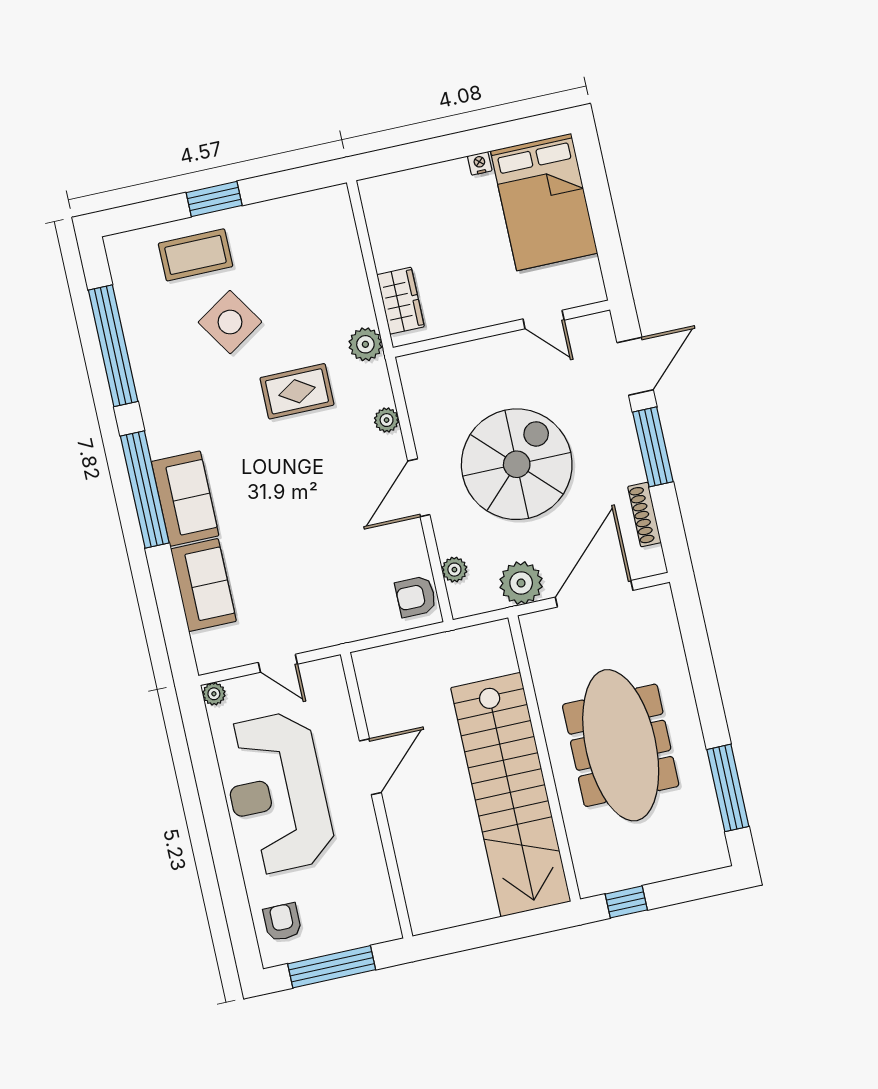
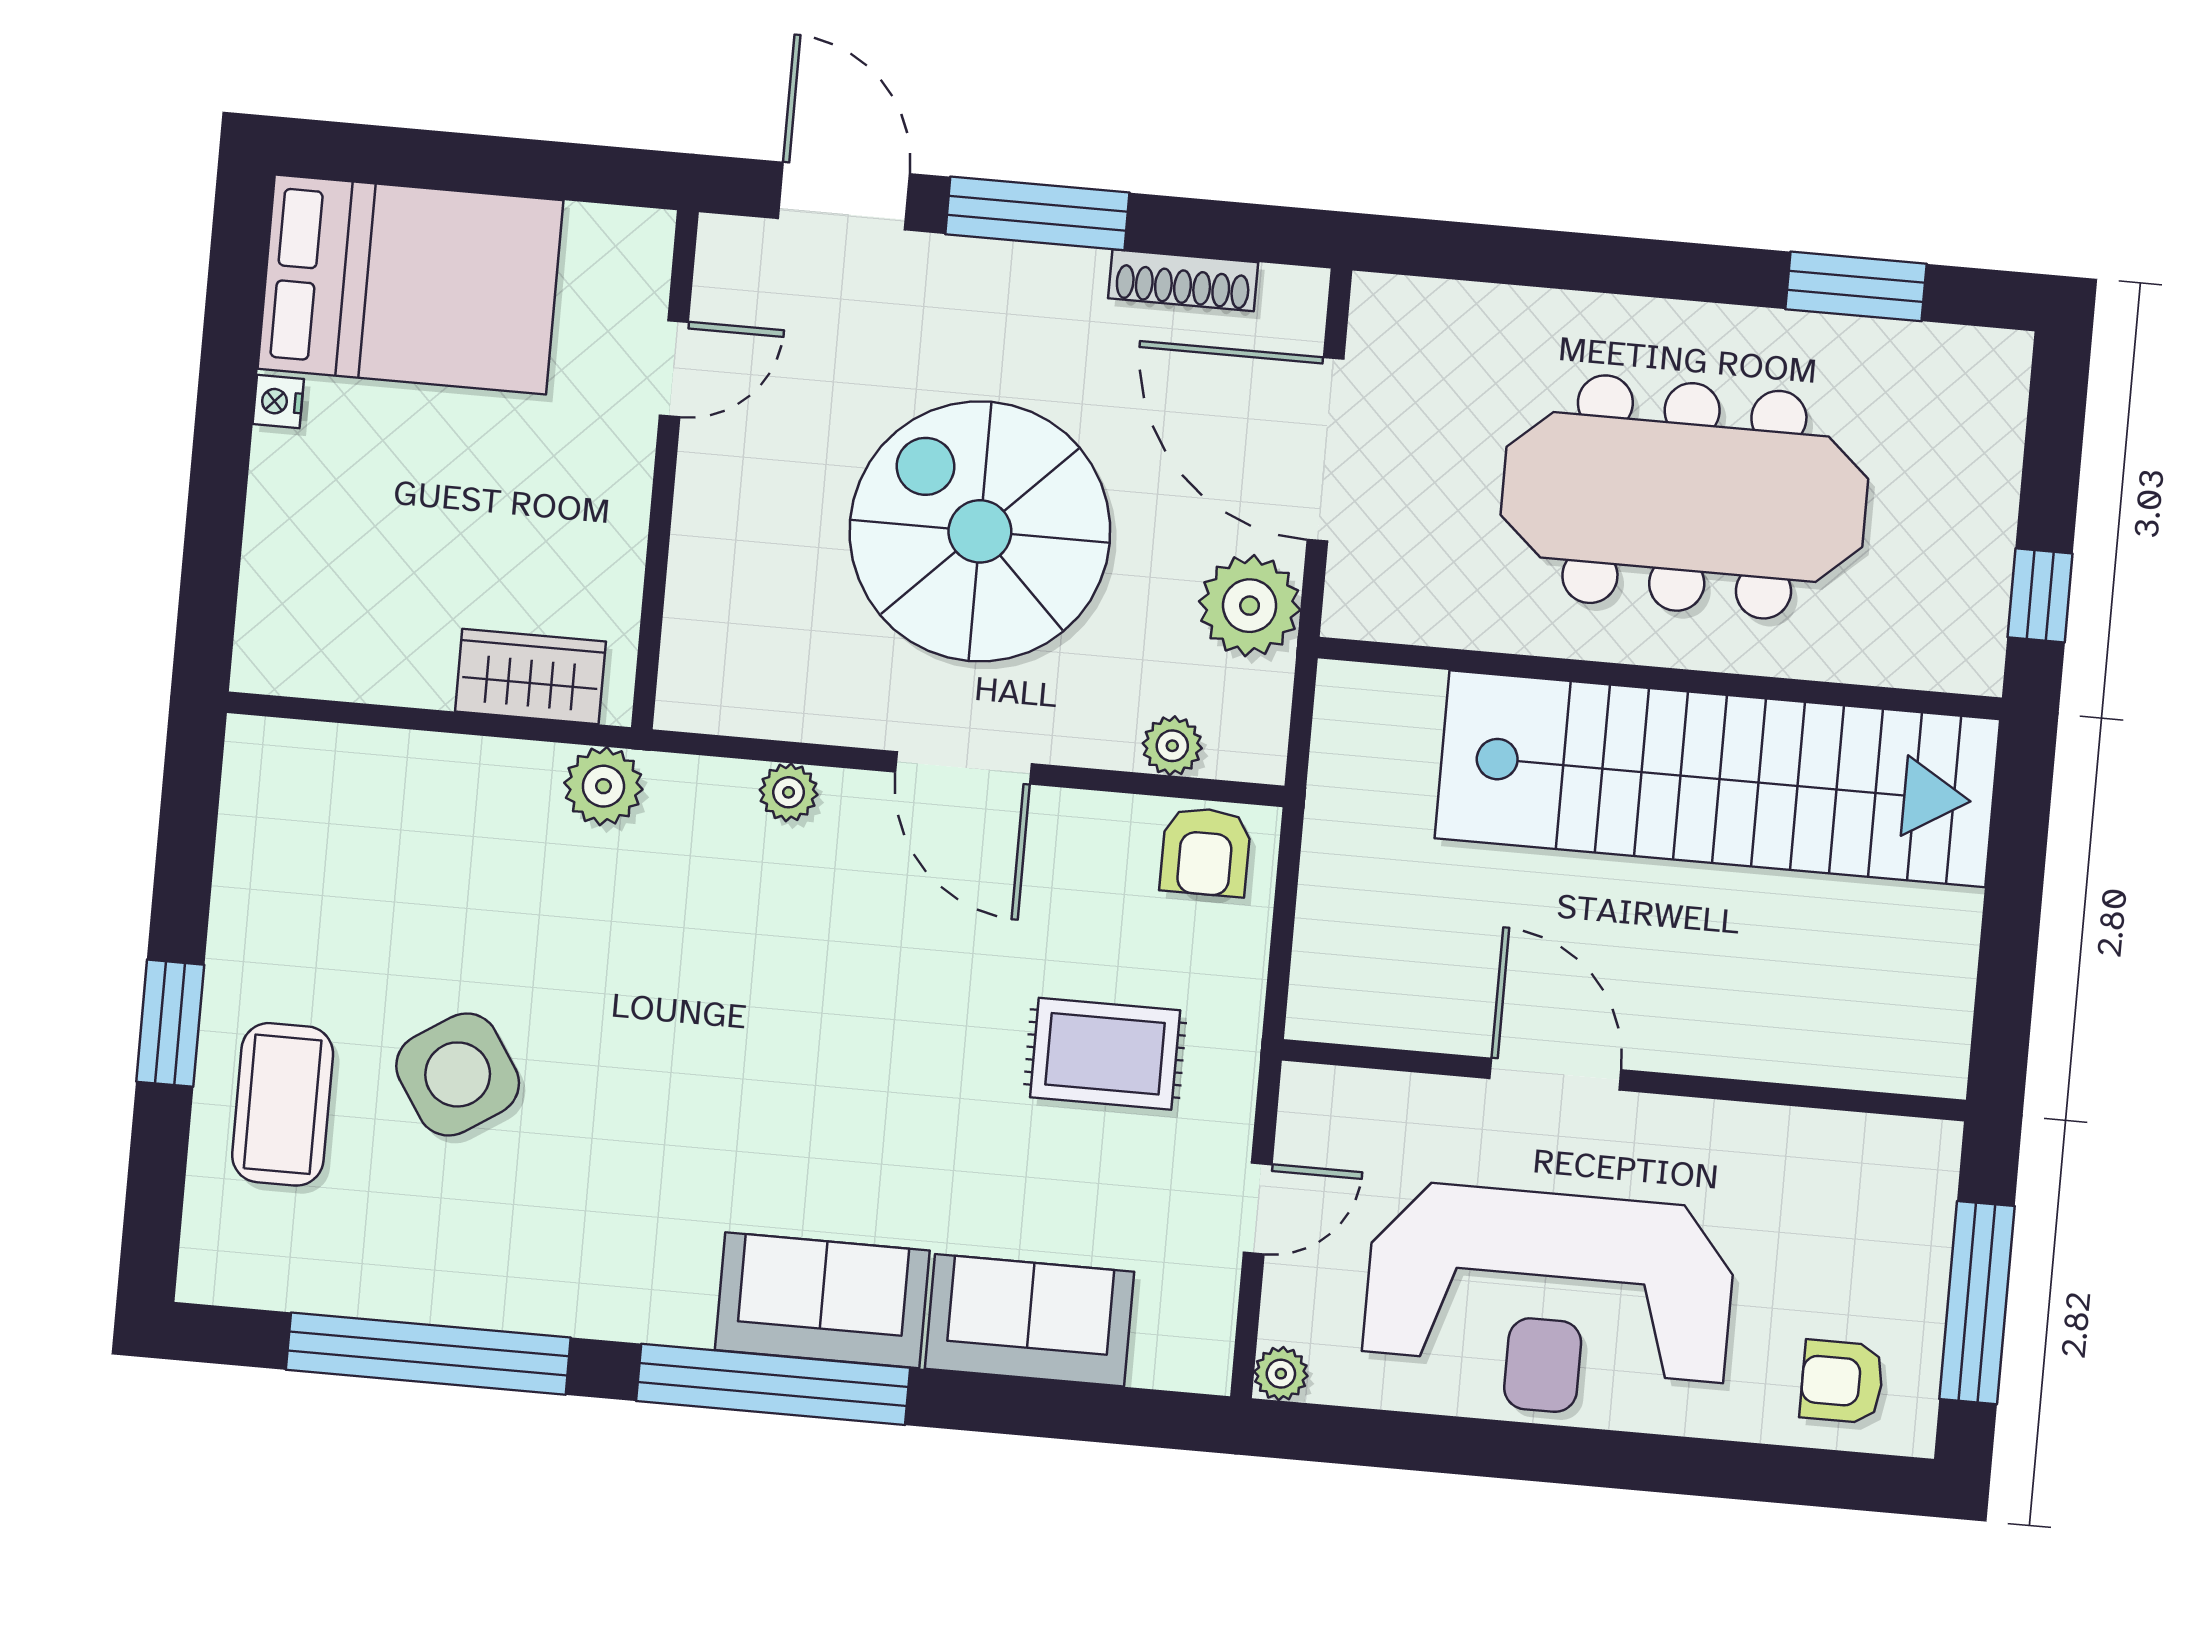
rug: (297, 391) -> (1105, 1054), moved, turned 90
window: (728, 788) -> (1856, 286), width x0.69

